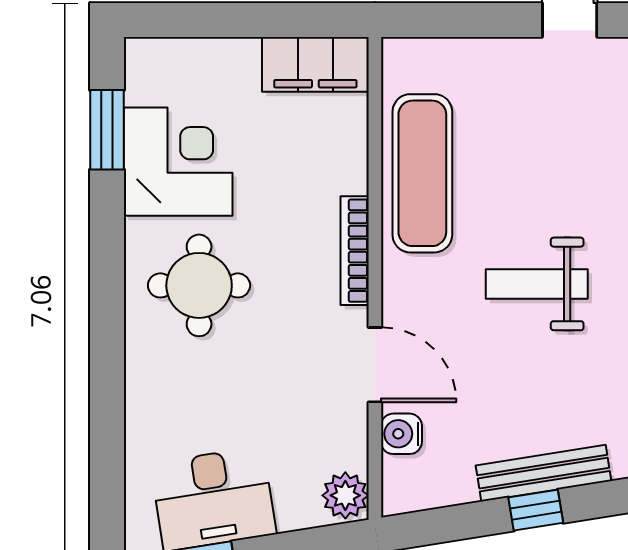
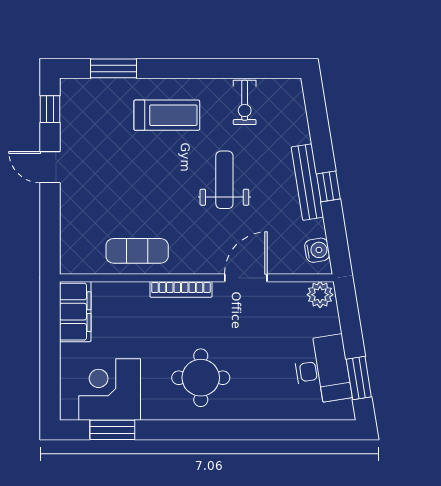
corner desk: (178, 162) -> (110, 390), moved
exercise mat: (422, 173) -> (137, 251), width x0.73, depth x0.69
weight bench: (537, 284) -> (224, 180), moved, turned 180
water cooler: (401, 434) -> (317, 250), moved, turned -99

